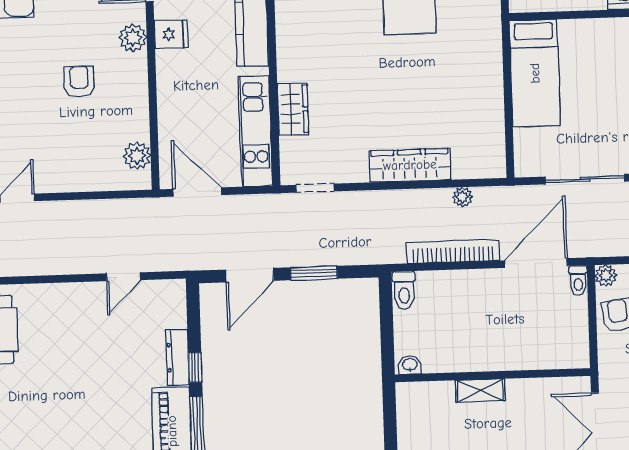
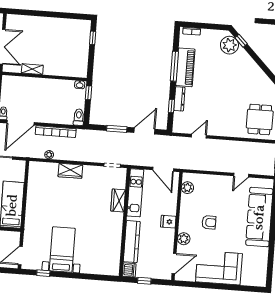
fridge: (171, 34) -> (168, 222), moved
armchair: (79, 81) -> (209, 222), turned -90
wardrobe: (410, 165) -> (70, 171), width x0.67
window: (388, 349) -> (88, 93), added
window: (195, 367) -> (171, 106), moved
shelving: (480, 390) -> (32, 69), moved

